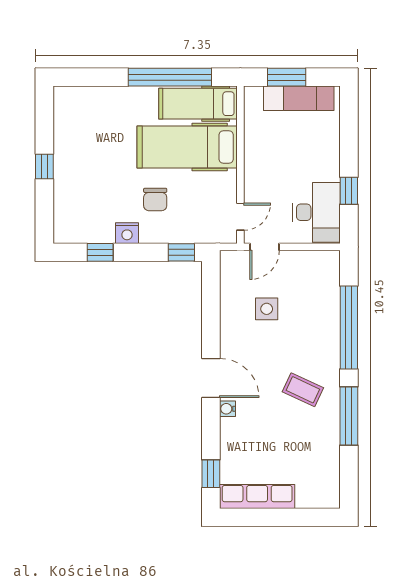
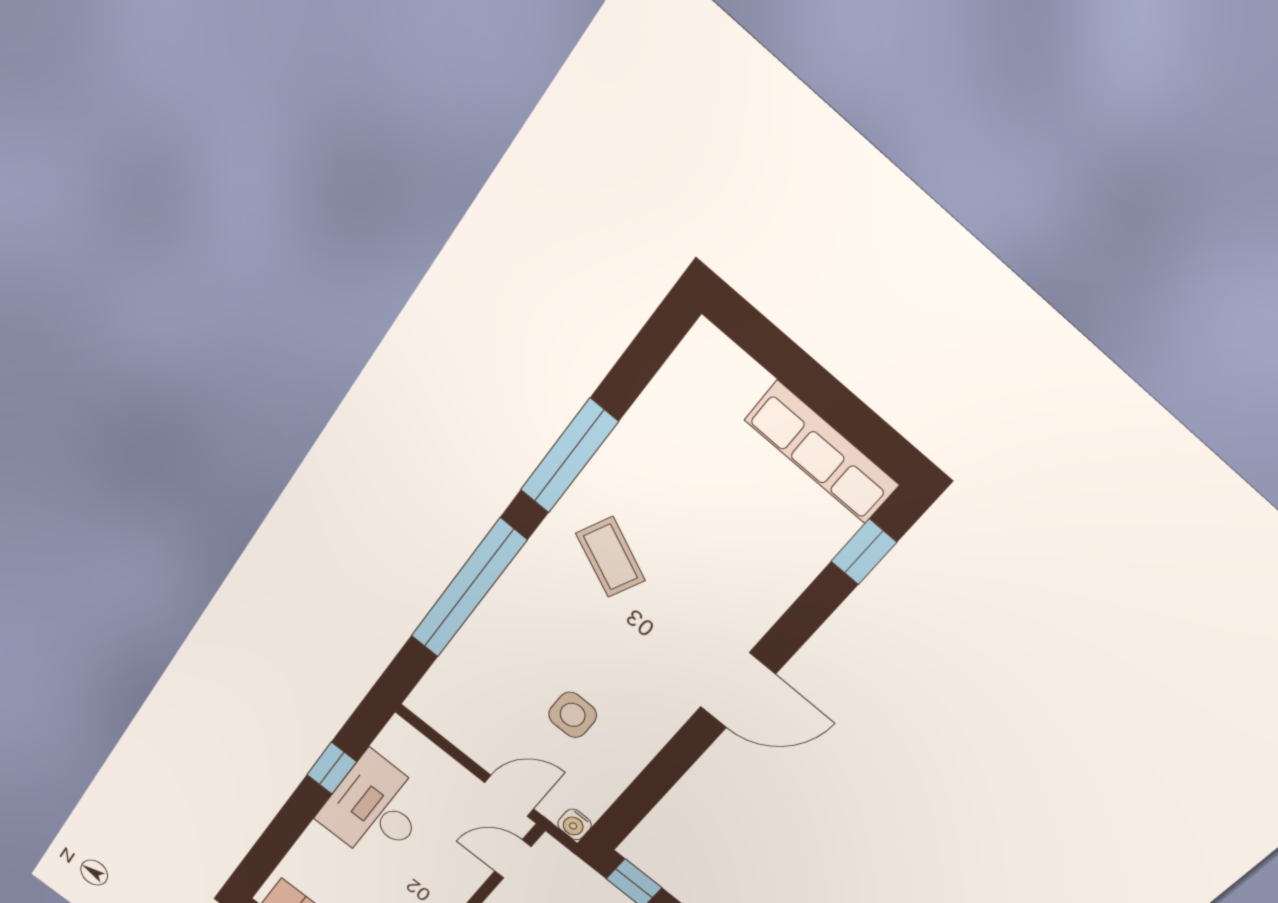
desk: (316, 212) -> (375, 809), moved
door: (211, 378) -> (738, 690), swing flipped
water cooler: (228, 409) -> (575, 824), moved, turned 90

